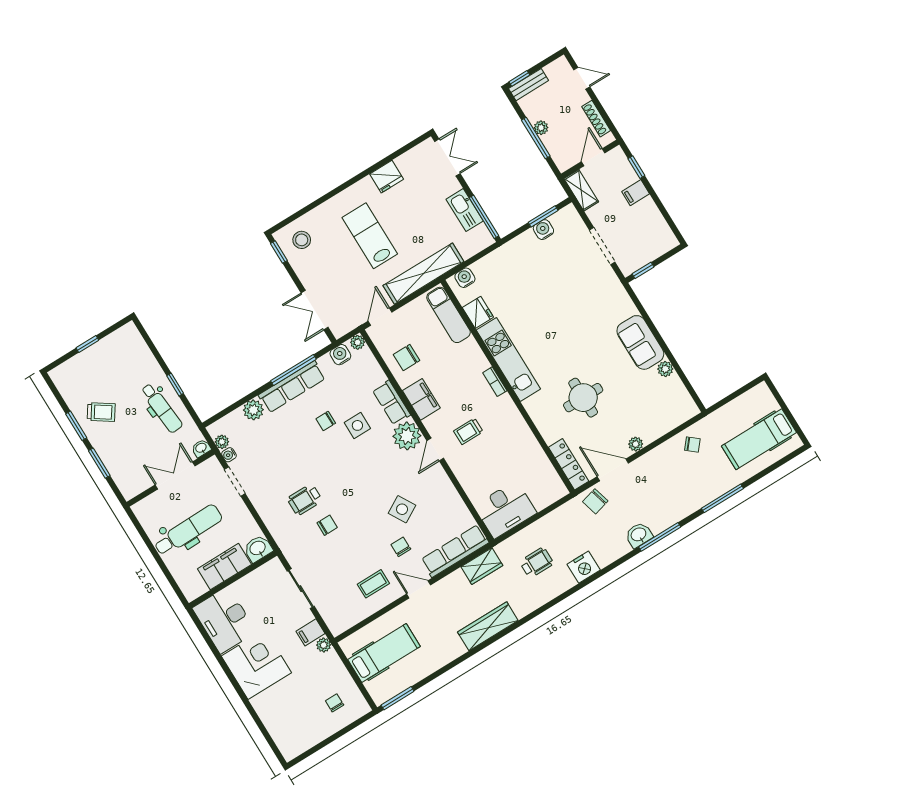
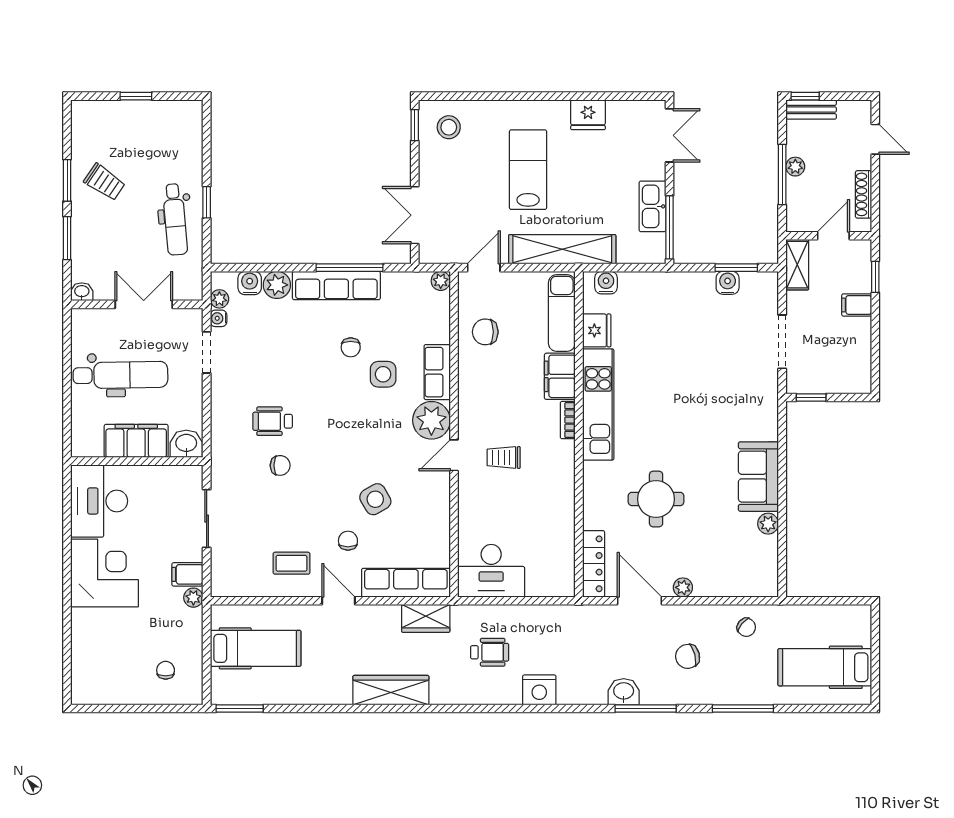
water cooler: (340, 355) -> (250, 283), moved
filing cabinet: (421, 399) -> (560, 376), moved, turned 180
chair: (326, 421) -> (351, 347), turned -90
washbasin: (201, 448) -> (82, 292), moved
chair: (595, 501) -> (688, 656), moved

